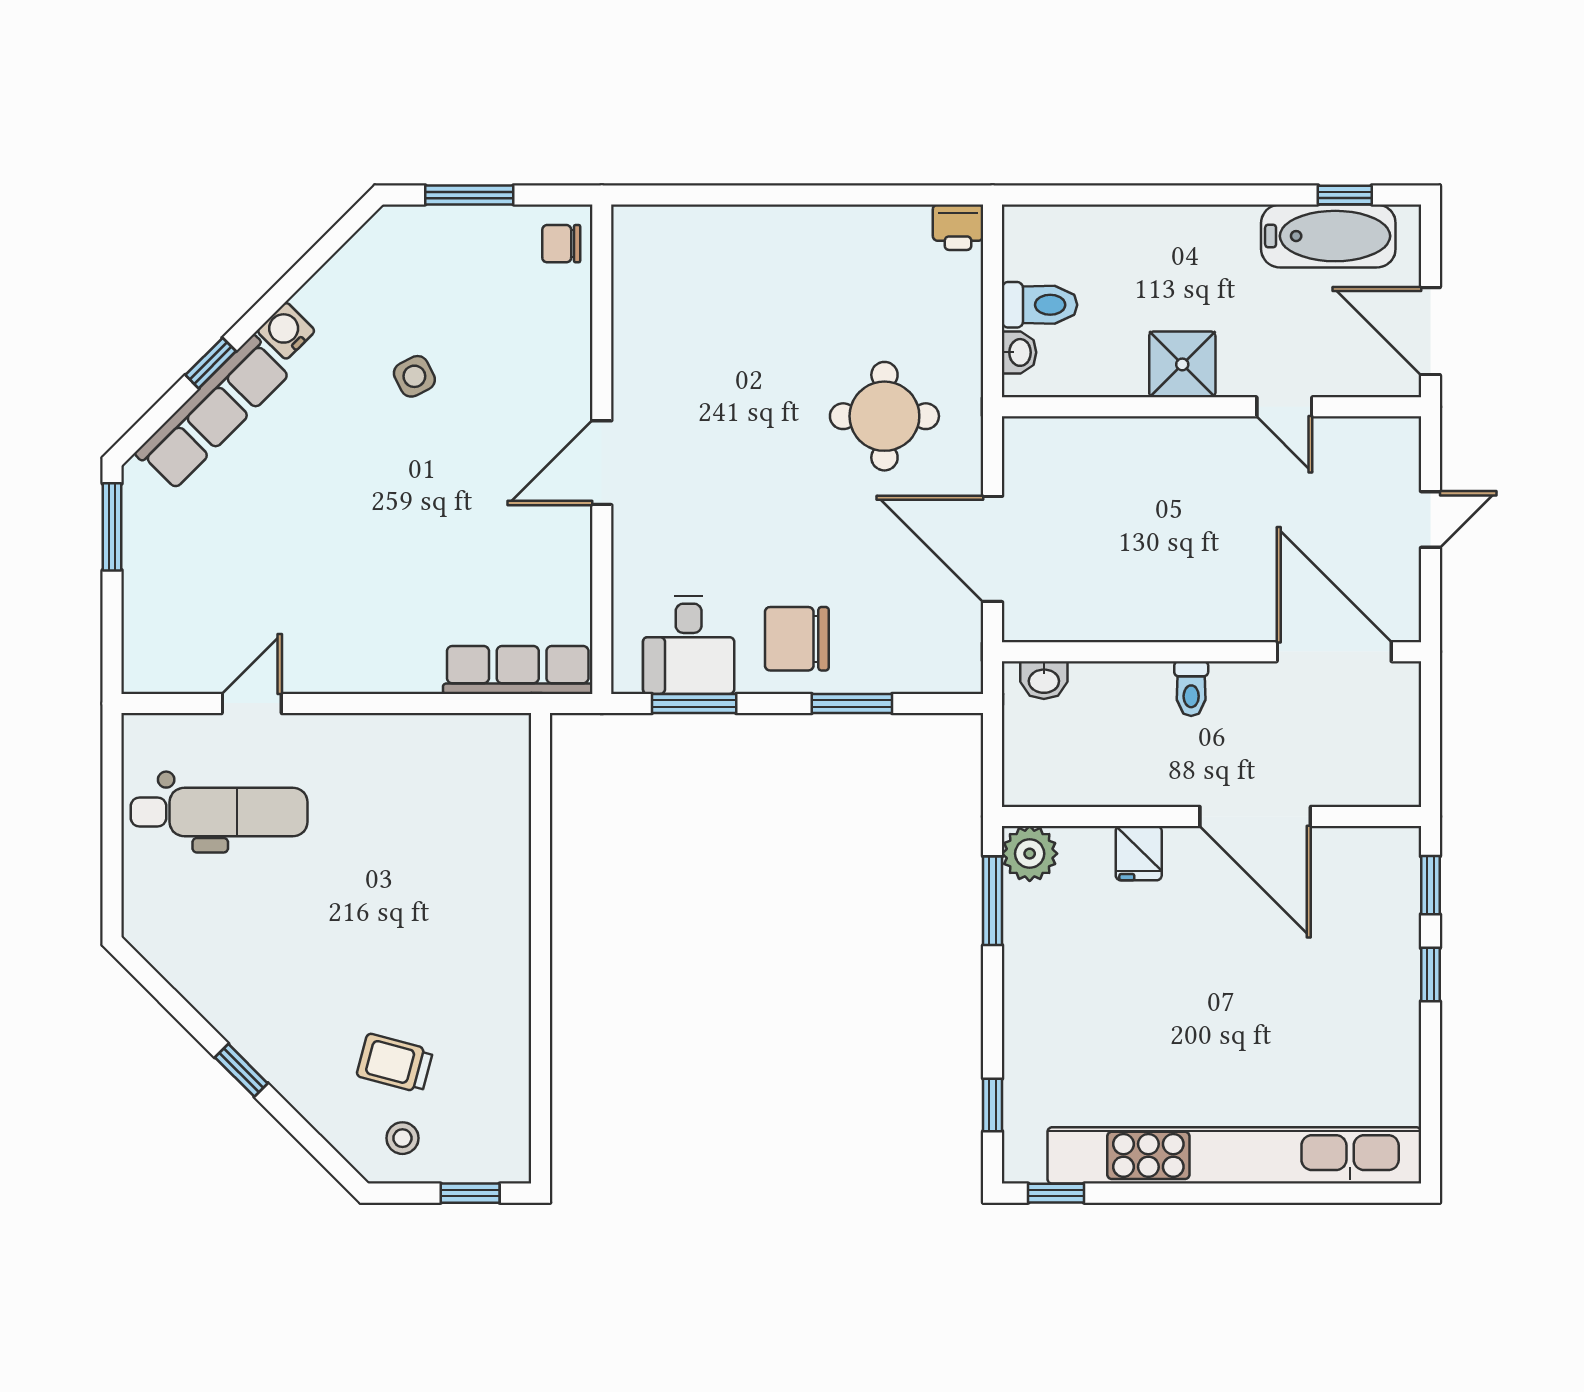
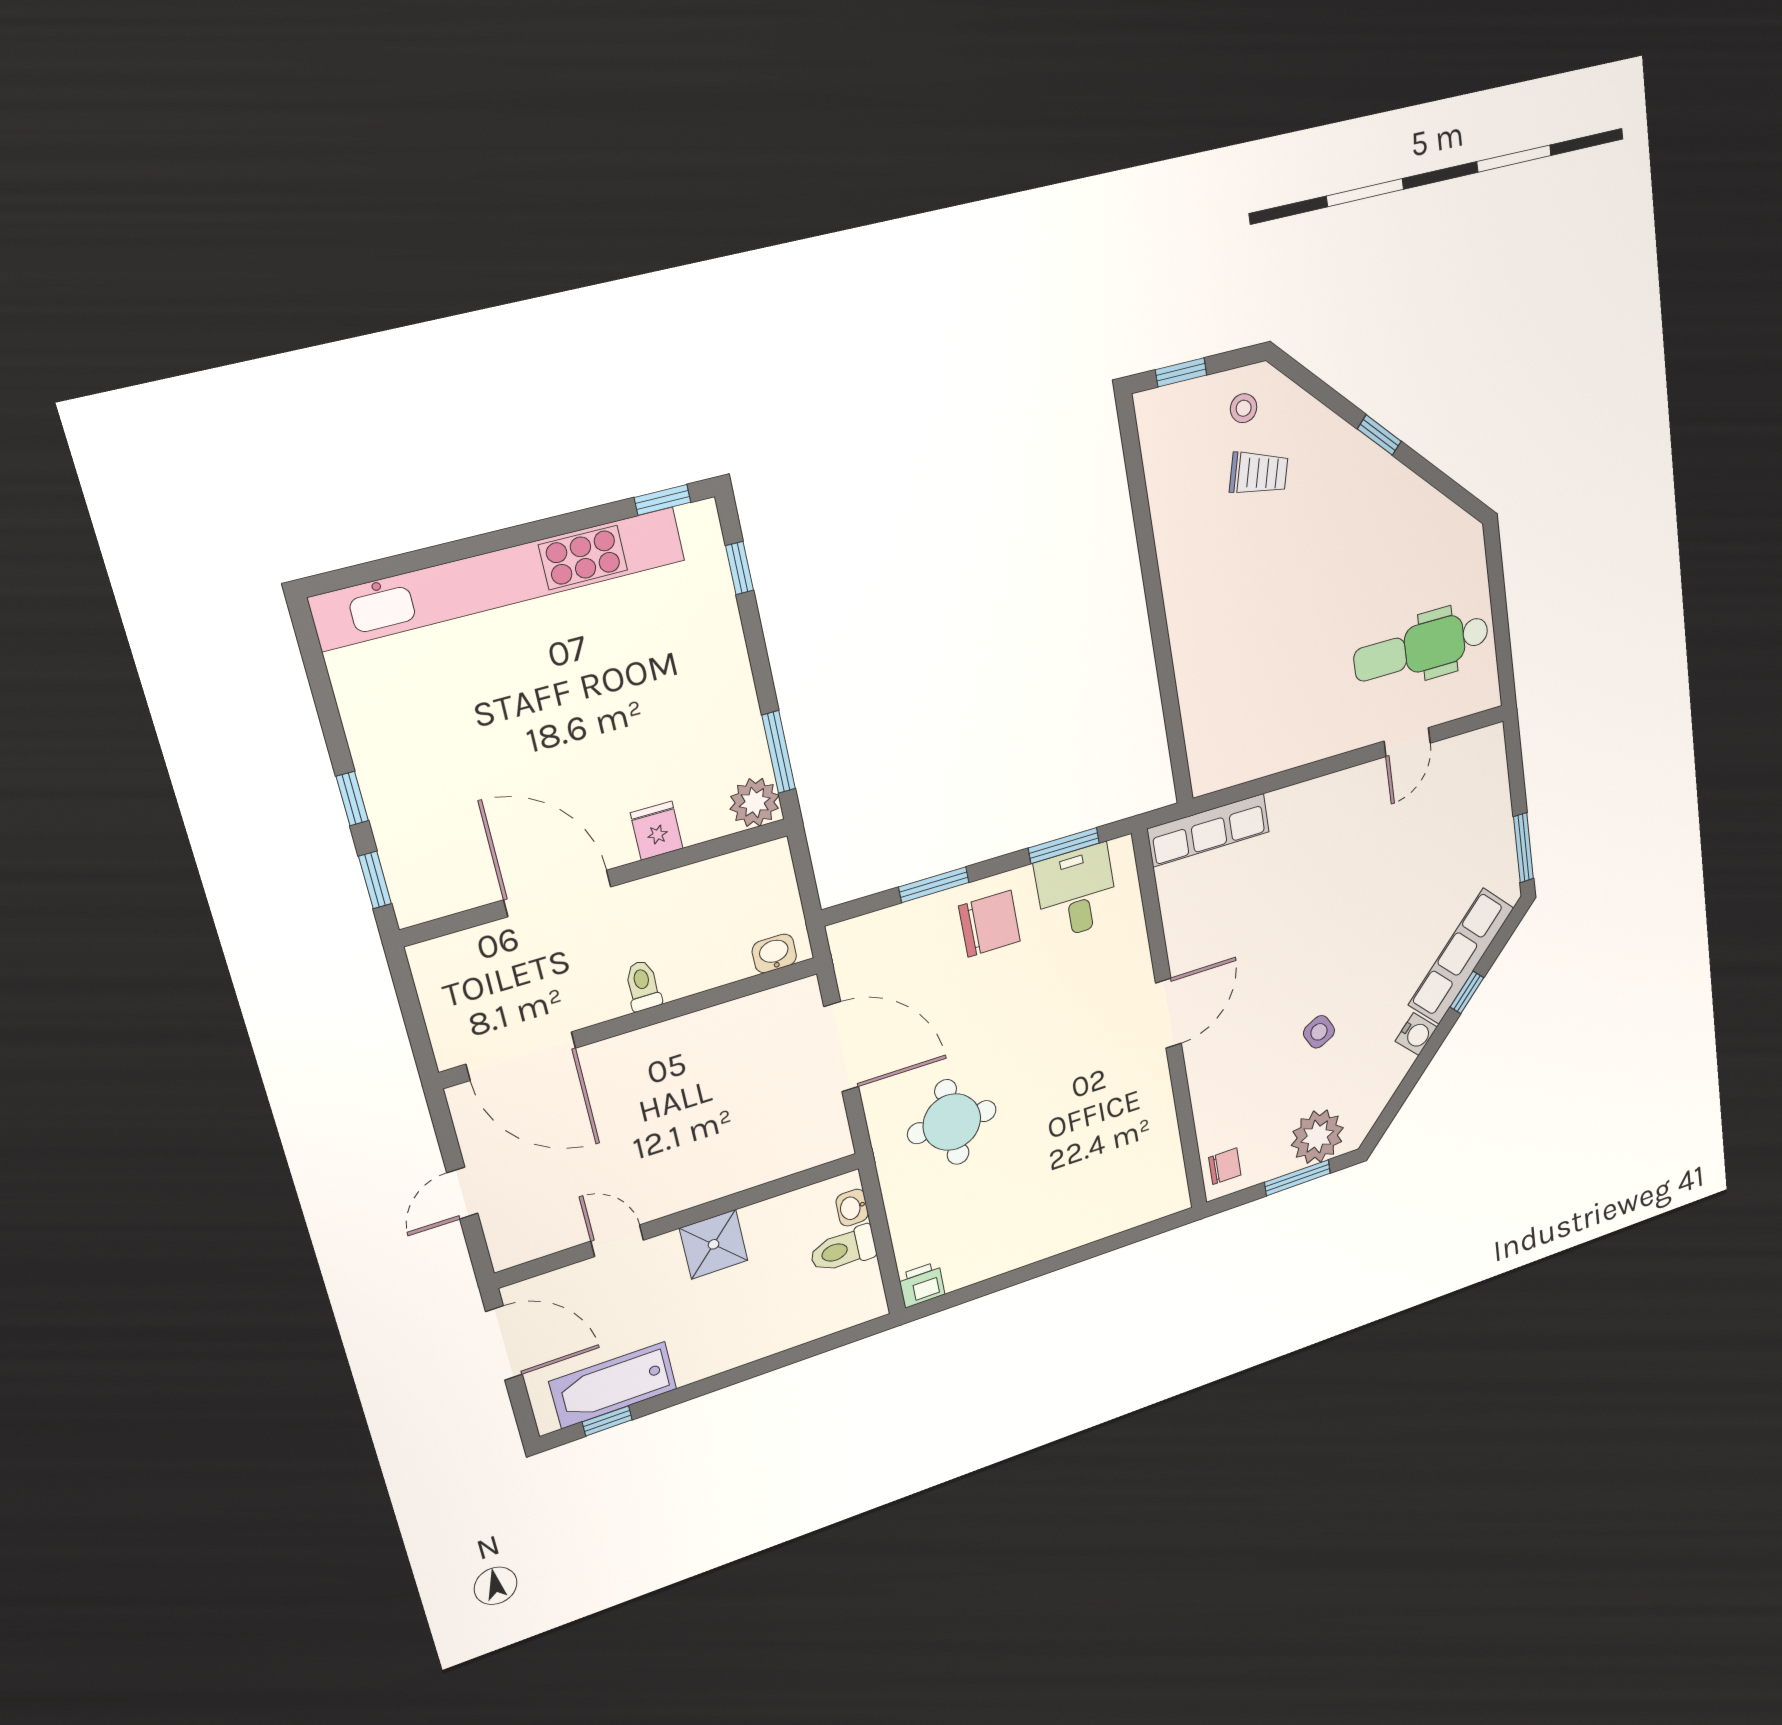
plant: (436, 240) -> (1317, 1137), added

